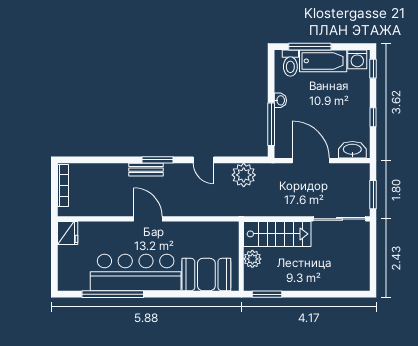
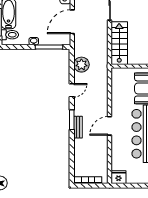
plant: (252, 259) -> (135, 59), removed

